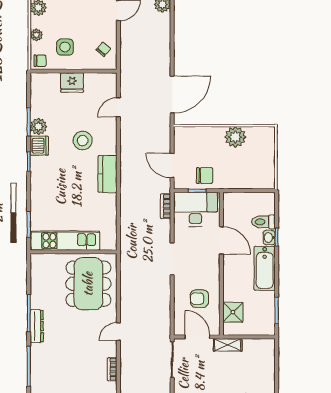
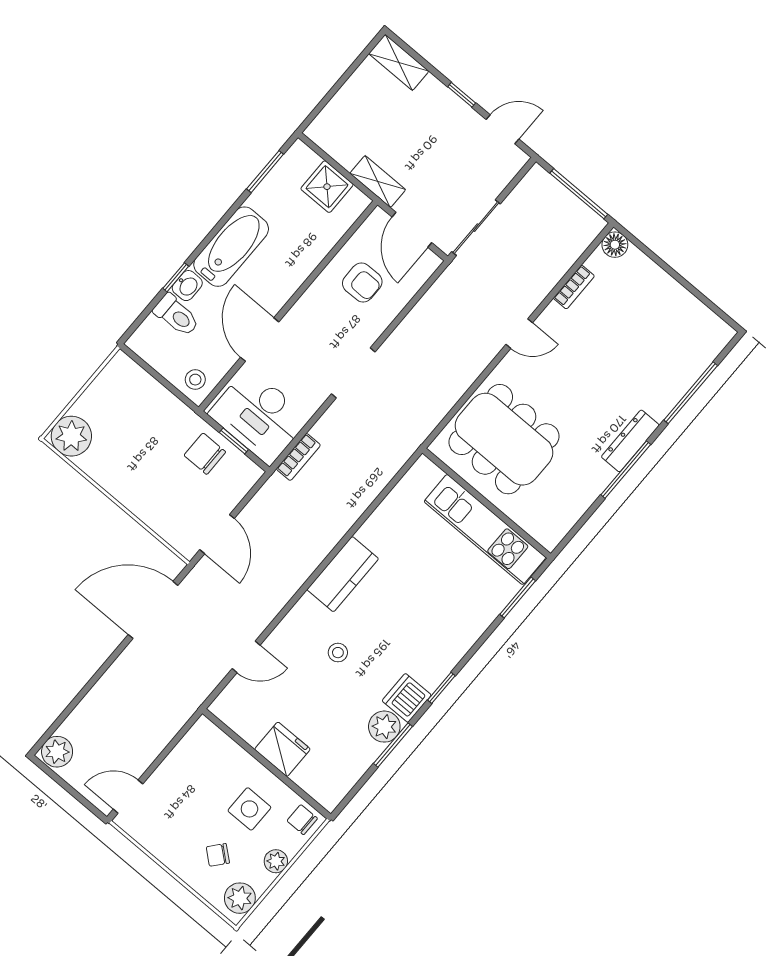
chair: (103, 49) -> (218, 855), moved
plant: (235, 137) -> (71, 436), moved
stool: (83, 141) -> (338, 653), width x0.53, depth x0.53
door: (172, 166) -> (217, 534), moved
stool: (234, 202) -> (195, 380), added
dining table: (88, 284) -> (504, 439), turned 90
shower: (233, 312) -> (327, 187), moved

